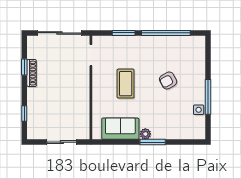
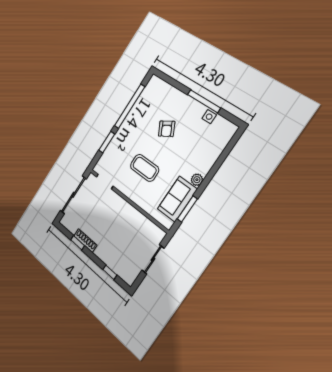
window: (153, 142) -> (187, 209), moved

